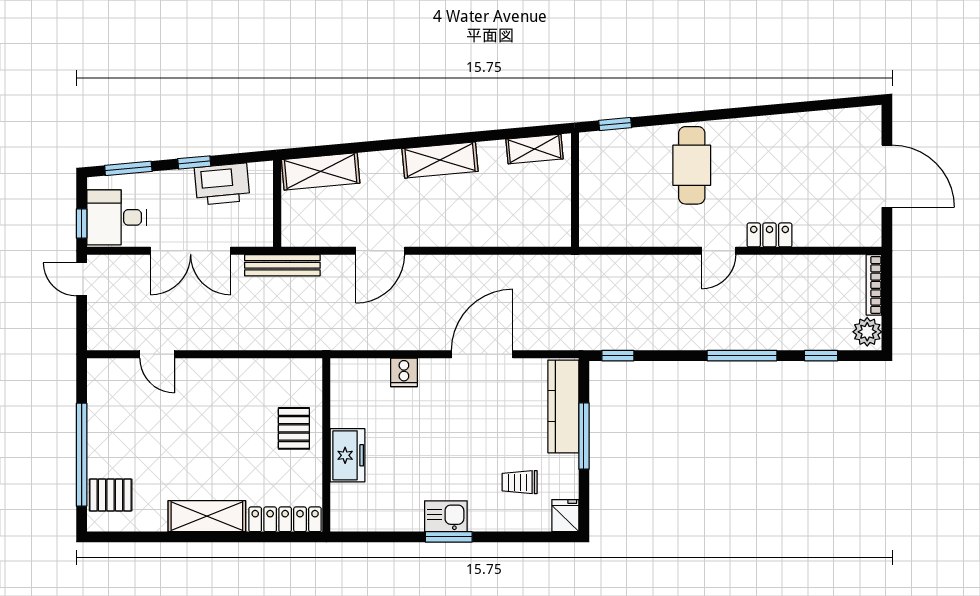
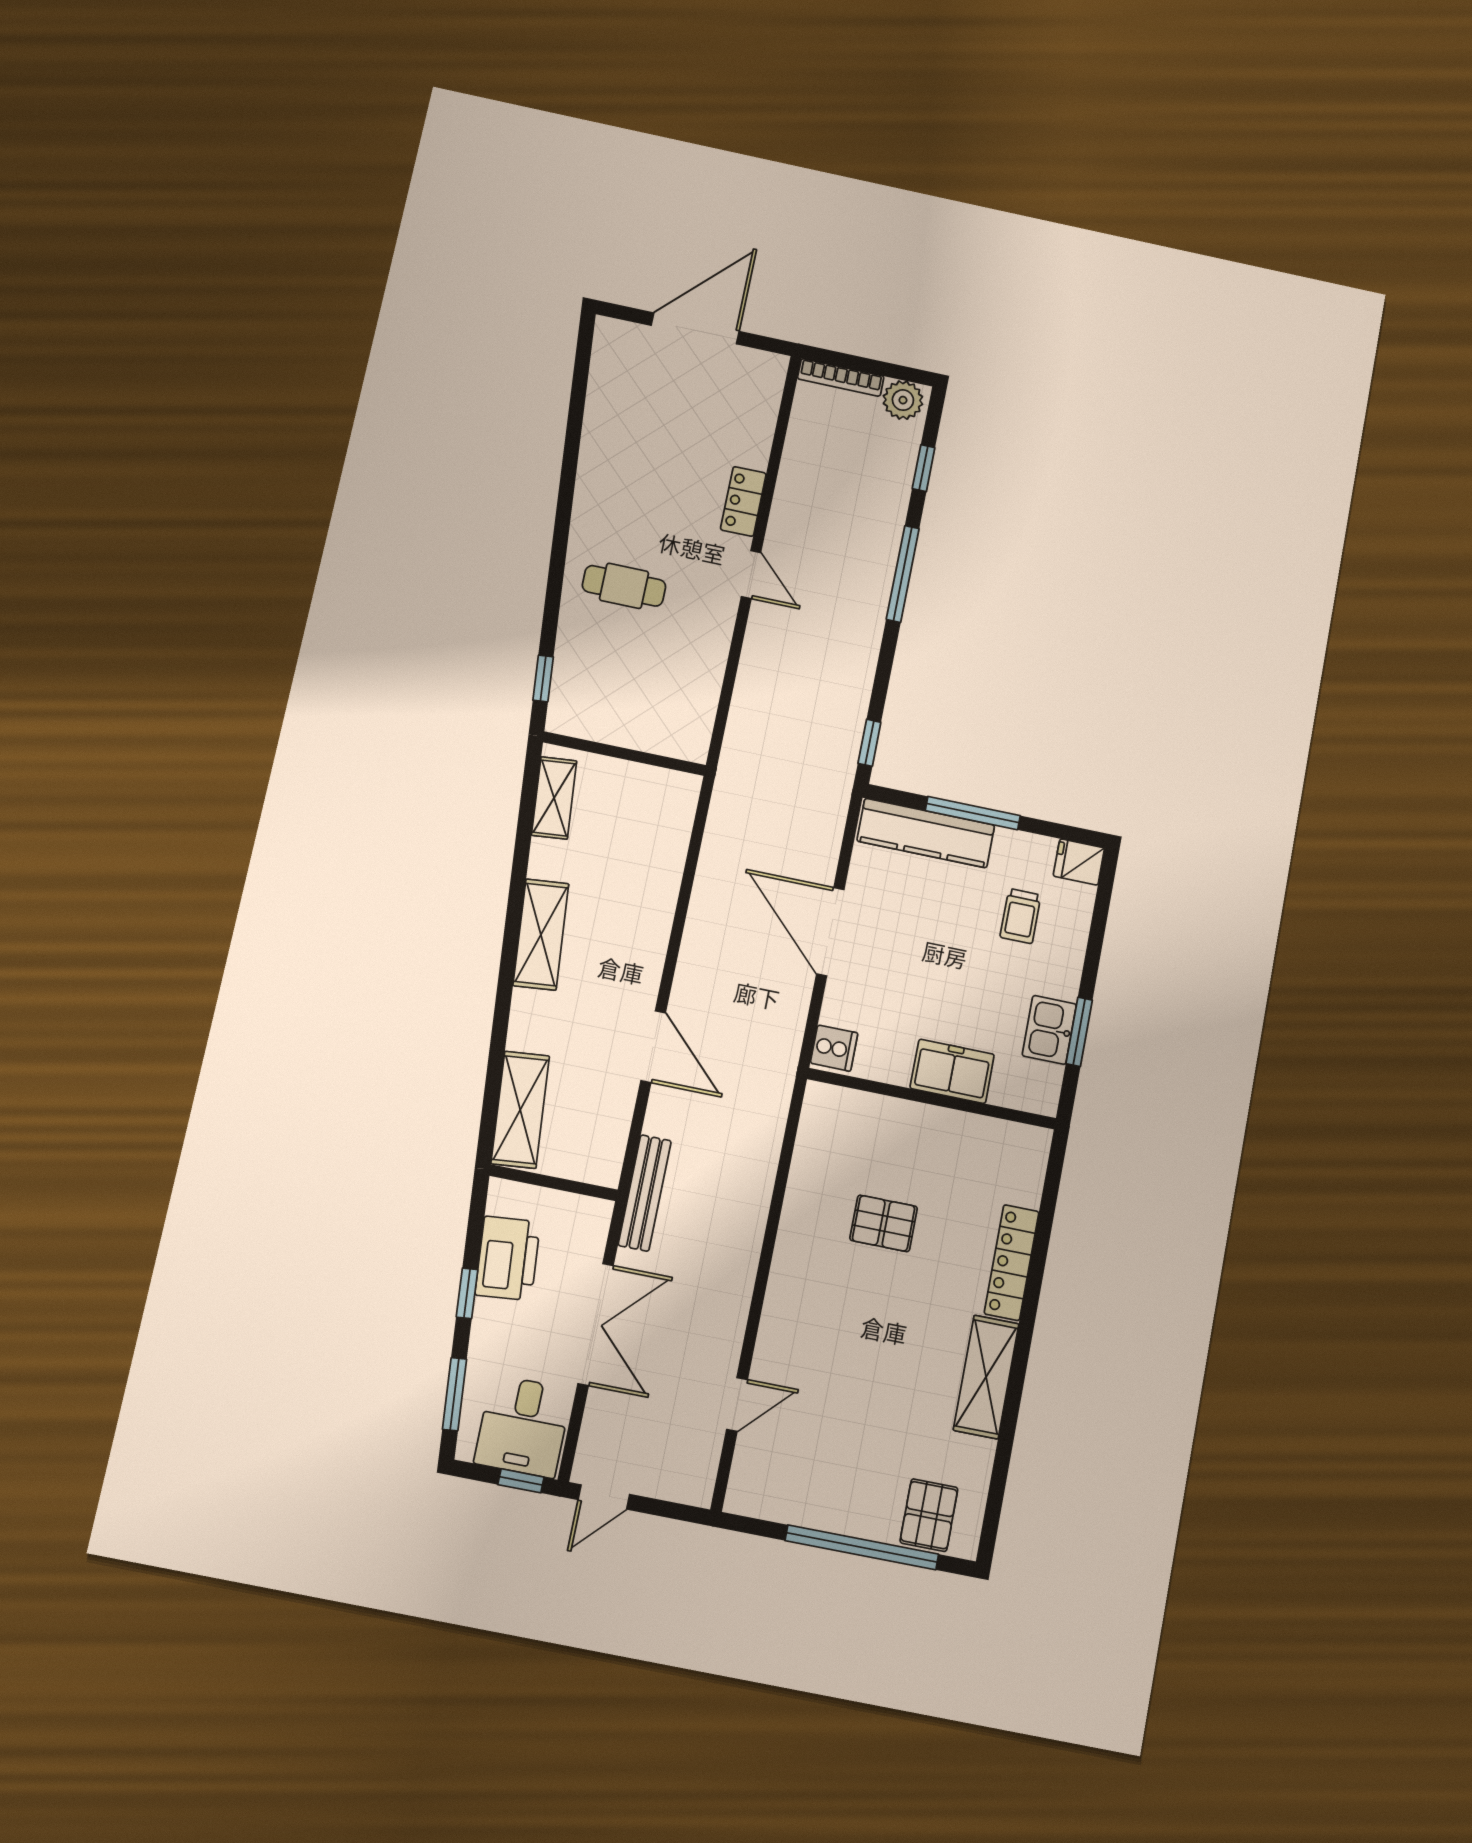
cafe table: (692, 165) -> (624, 586), width x0.73, depth x0.74
wall: (326, 445) -> (932, 1099), moved
freezer: (348, 455) -> (952, 1071), moved

